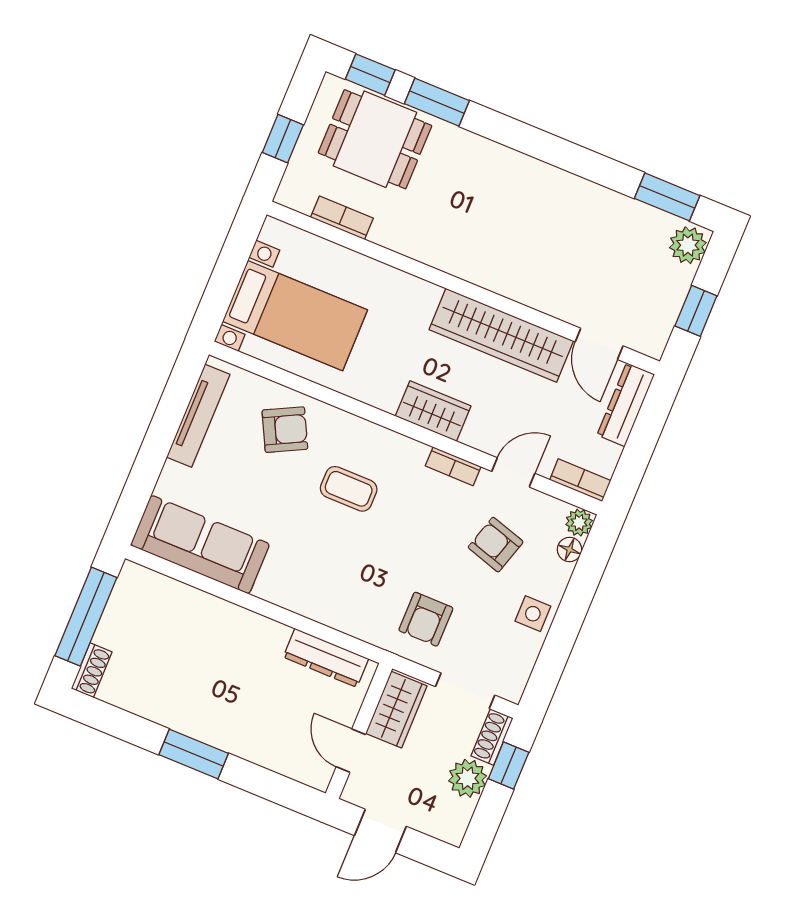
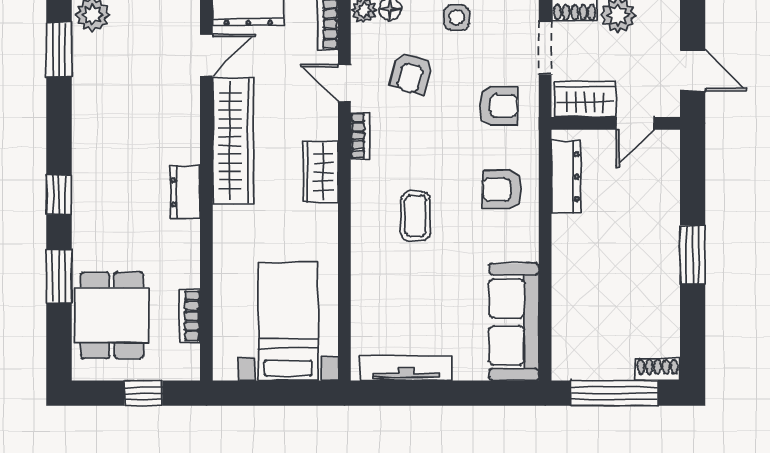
window: (370, 75) -> (59, 195), moved
dresser: (469, 265) -> (185, 192), added
armchair: (285, 430) -> (502, 189), moved, turned -63

